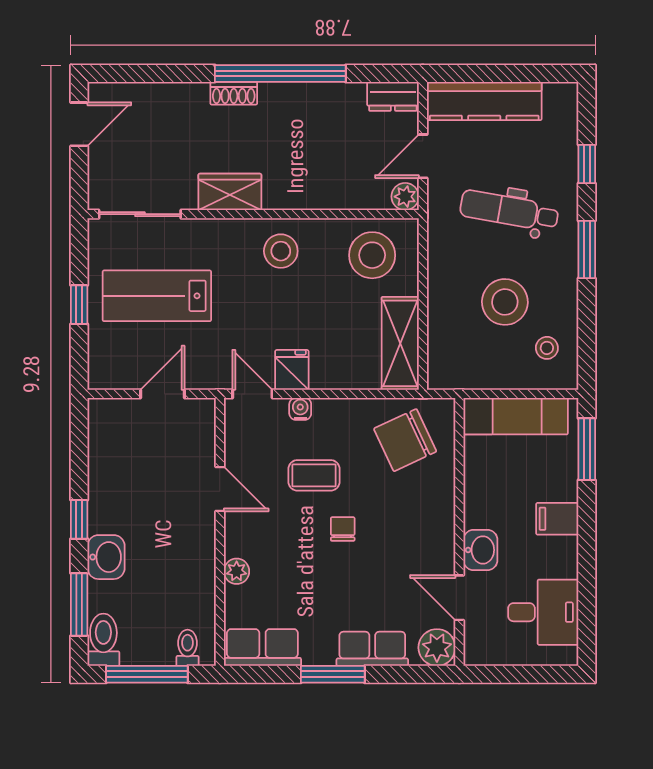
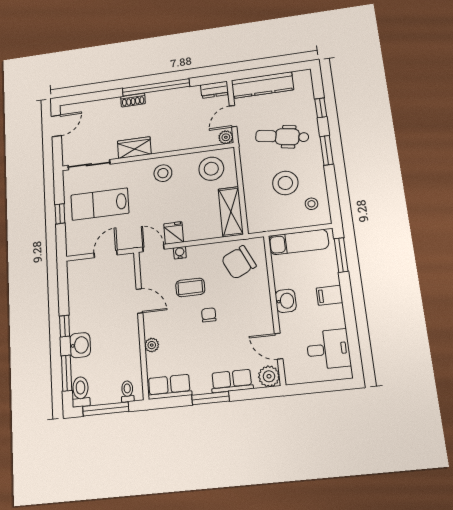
washbasin: (480, 550) -> (286, 301), moved

